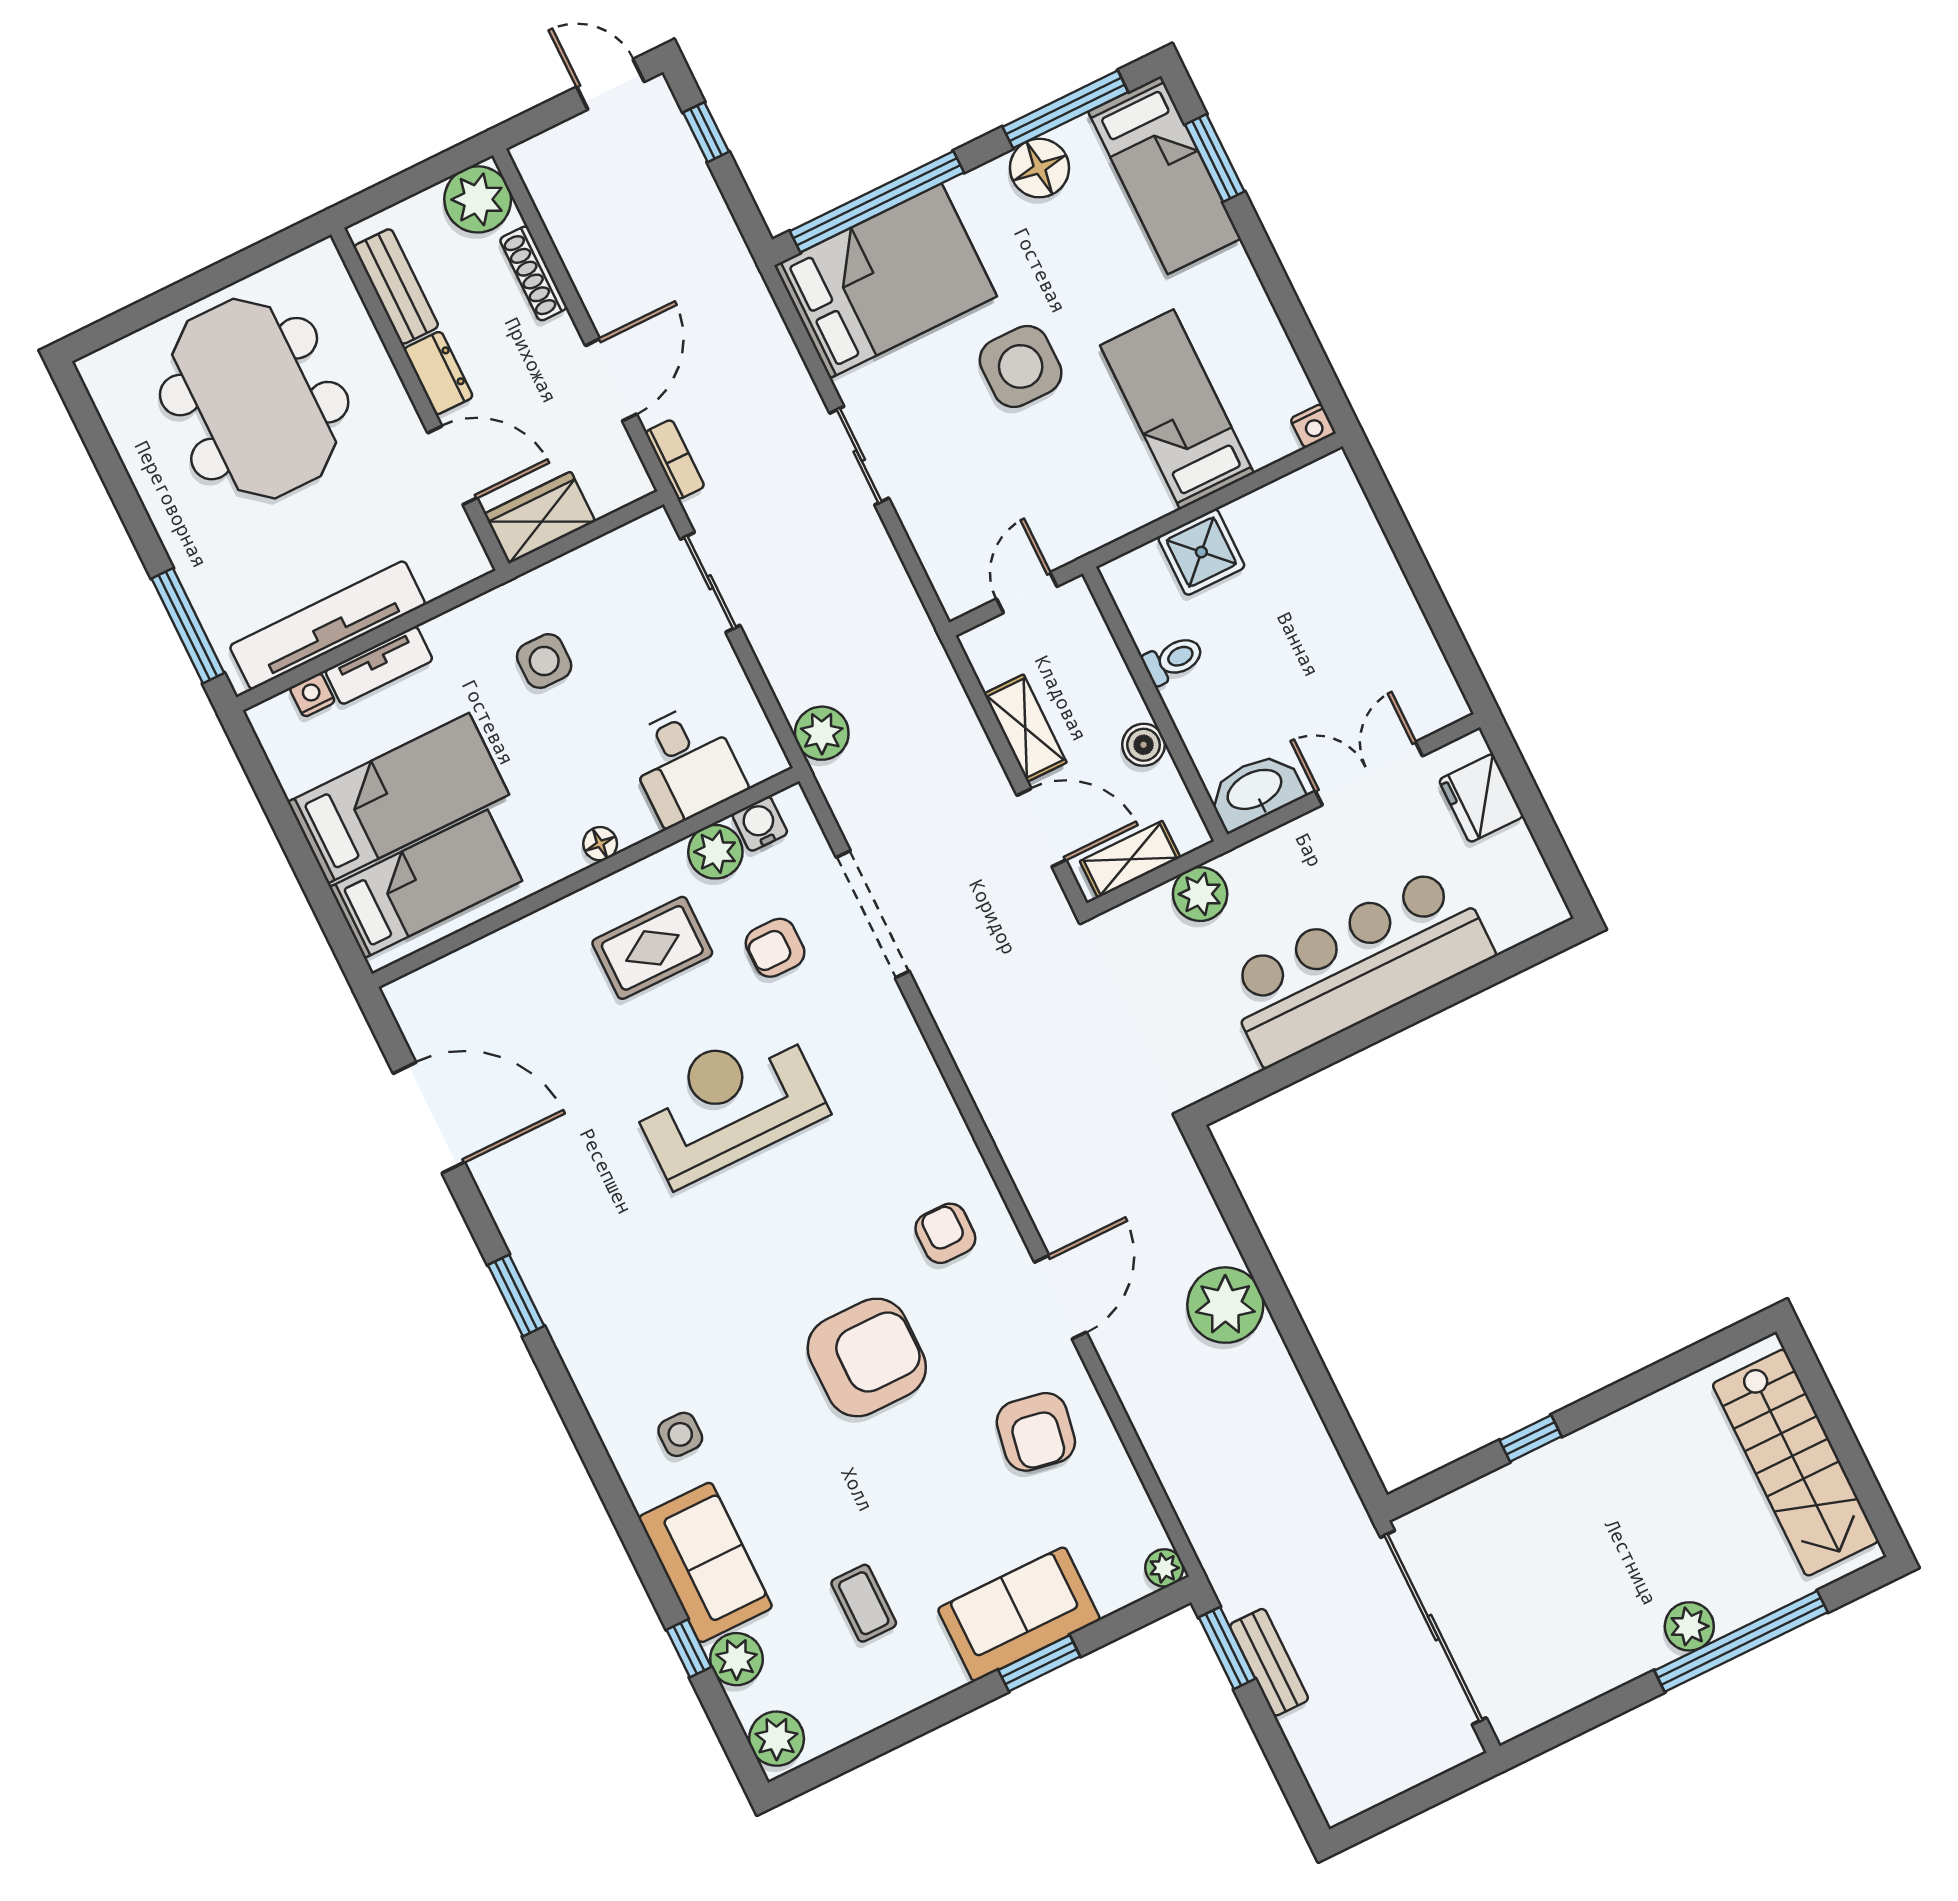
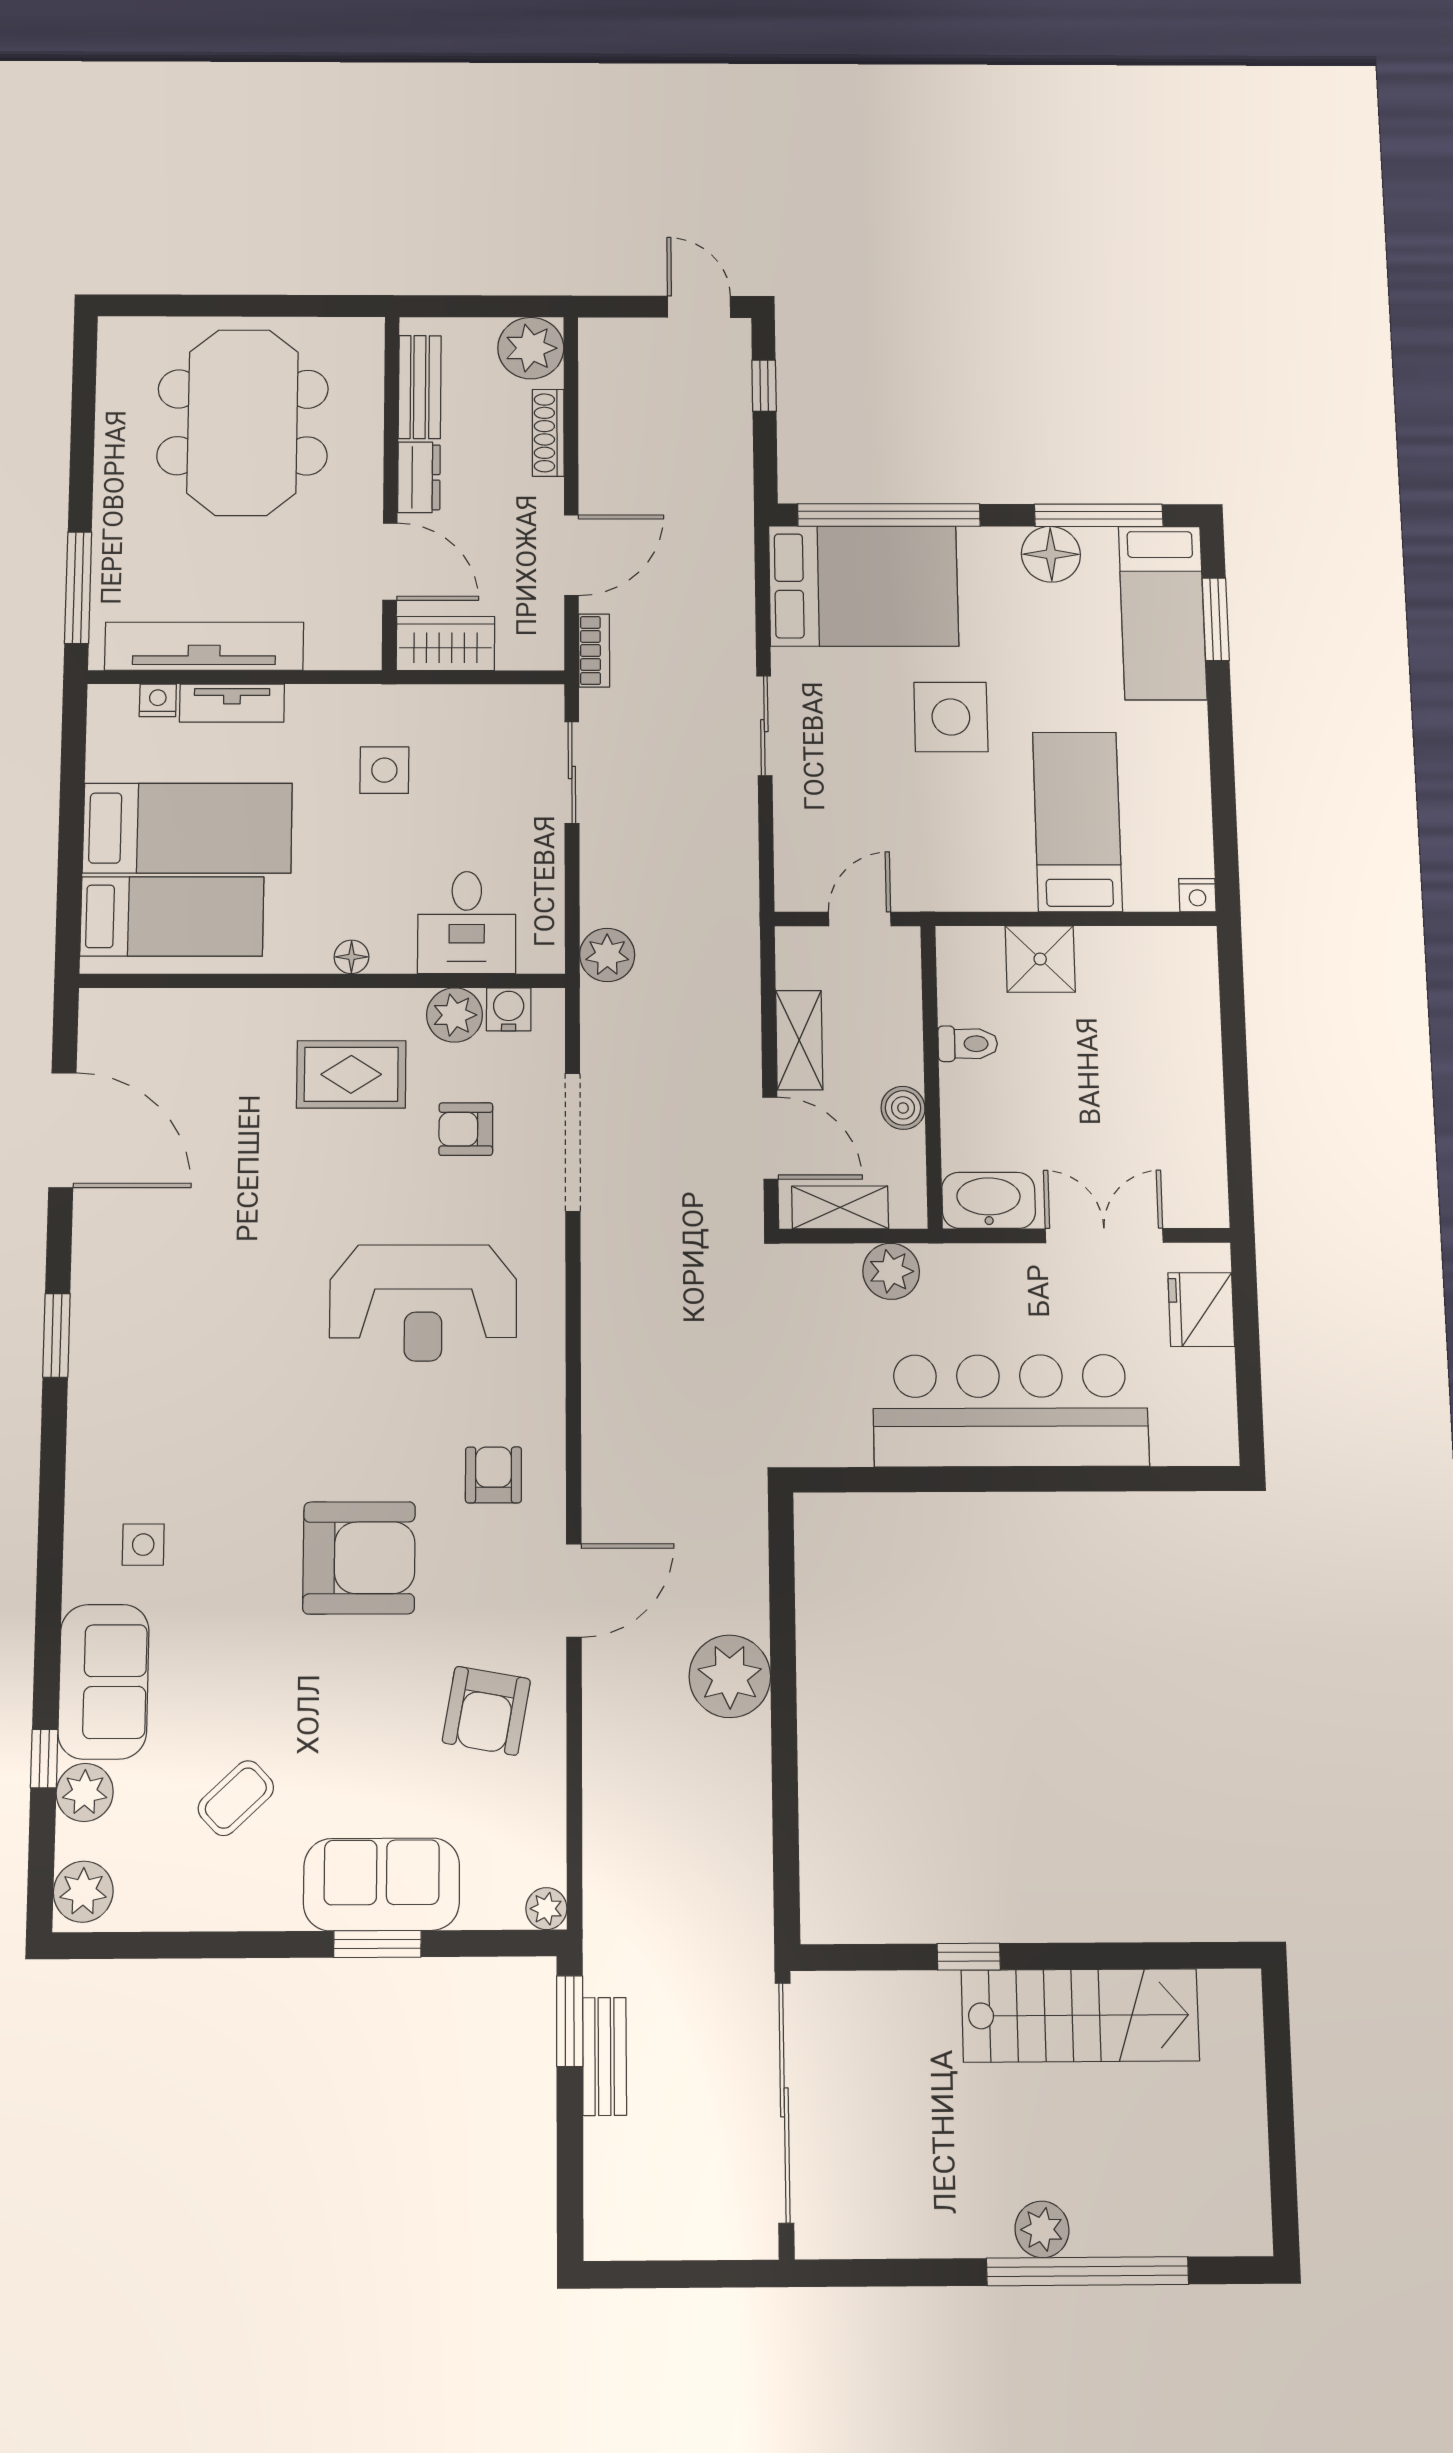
reception desk: (728, 1103) -> (423, 1303), moved, turned 180
stairs: (1795, 1463) -> (1080, 2015), moved, turned -90
coffee table: (864, 1603) -> (236, 1798), turned 47

